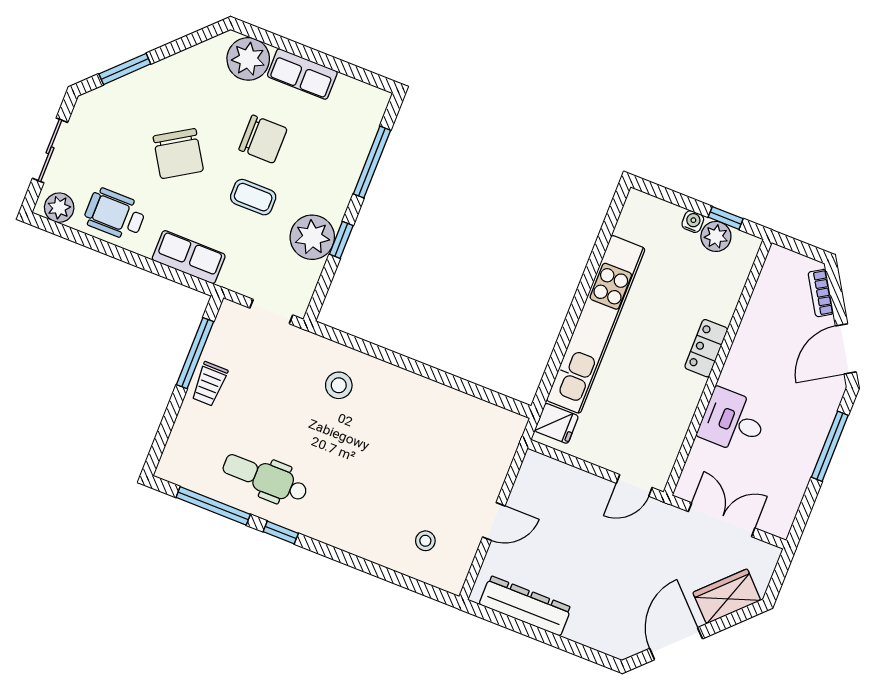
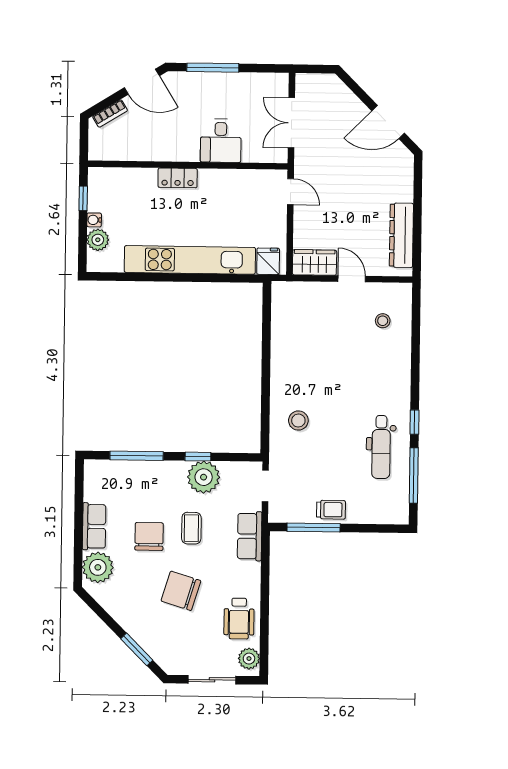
chair: (178, 154) -> (181, 591), turned -131
plant: (716, 236) -> (98, 240), moved
row of seats: (189, 257) -> (250, 536), moved
wardrobe: (727, 596) -> (314, 262), moved, turned 135

